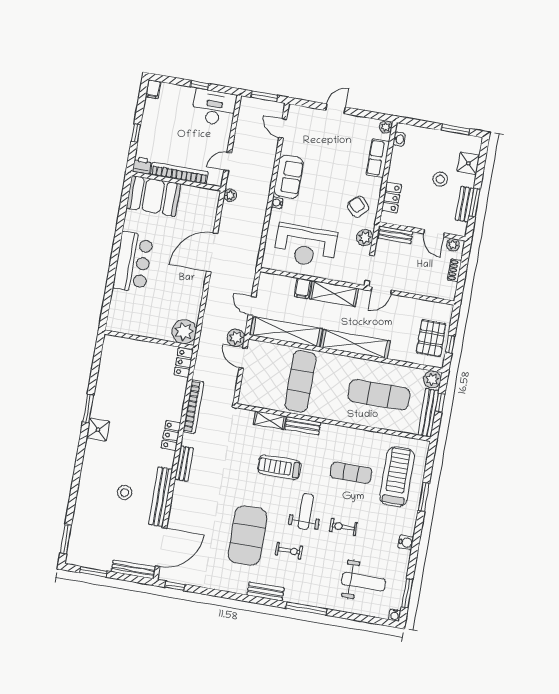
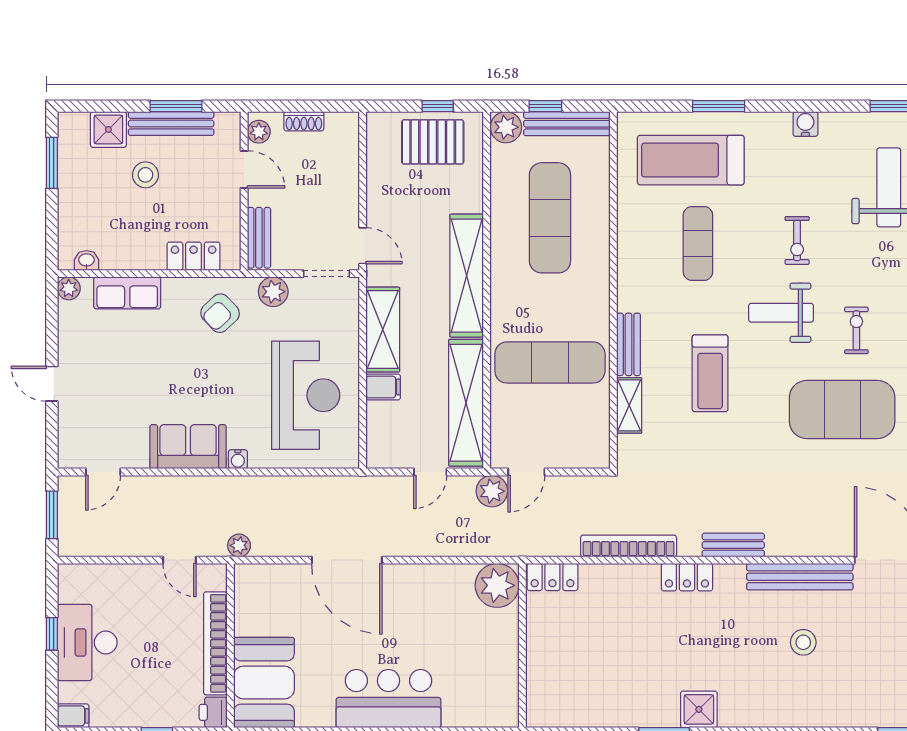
desk: (214, 108) -> (87, 642), moved
bench: (465, 204) -> (171, 124), width x1.36
door: (434, 233) -> (244, 169), hinge flipped

